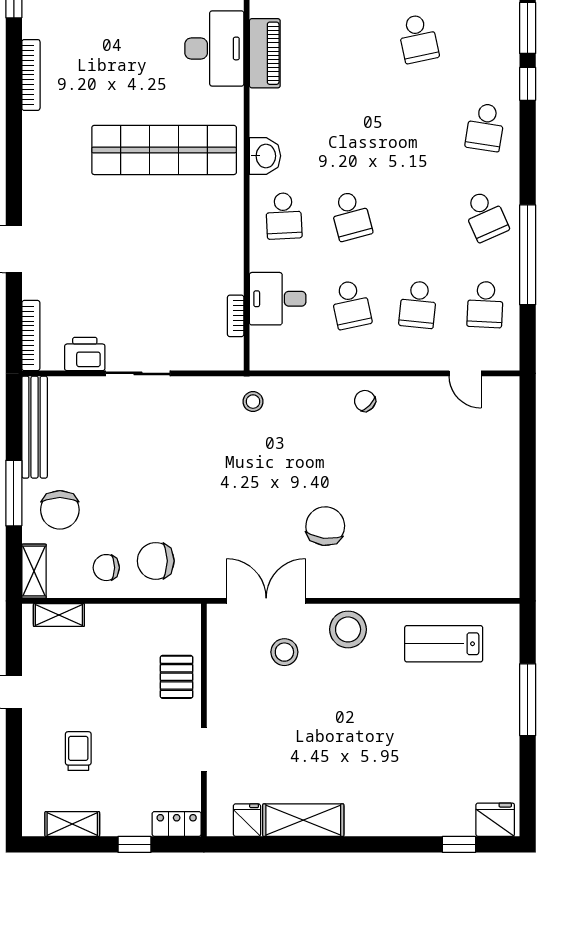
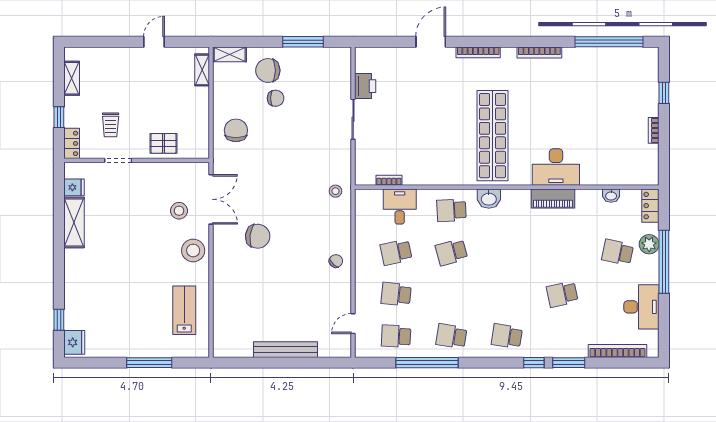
school desk: (485, 216) -> (451, 336), turned 33
bookcase: (31, 336) -> (478, 52), moved
bench: (35, 427) -> (286, 350), moved
window: (14, 493) -> (303, 42), moved
chair: (106, 568) -> (276, 98), moved, turned 90
trolley: (78, 751) -> (111, 125), moved, turned 90

